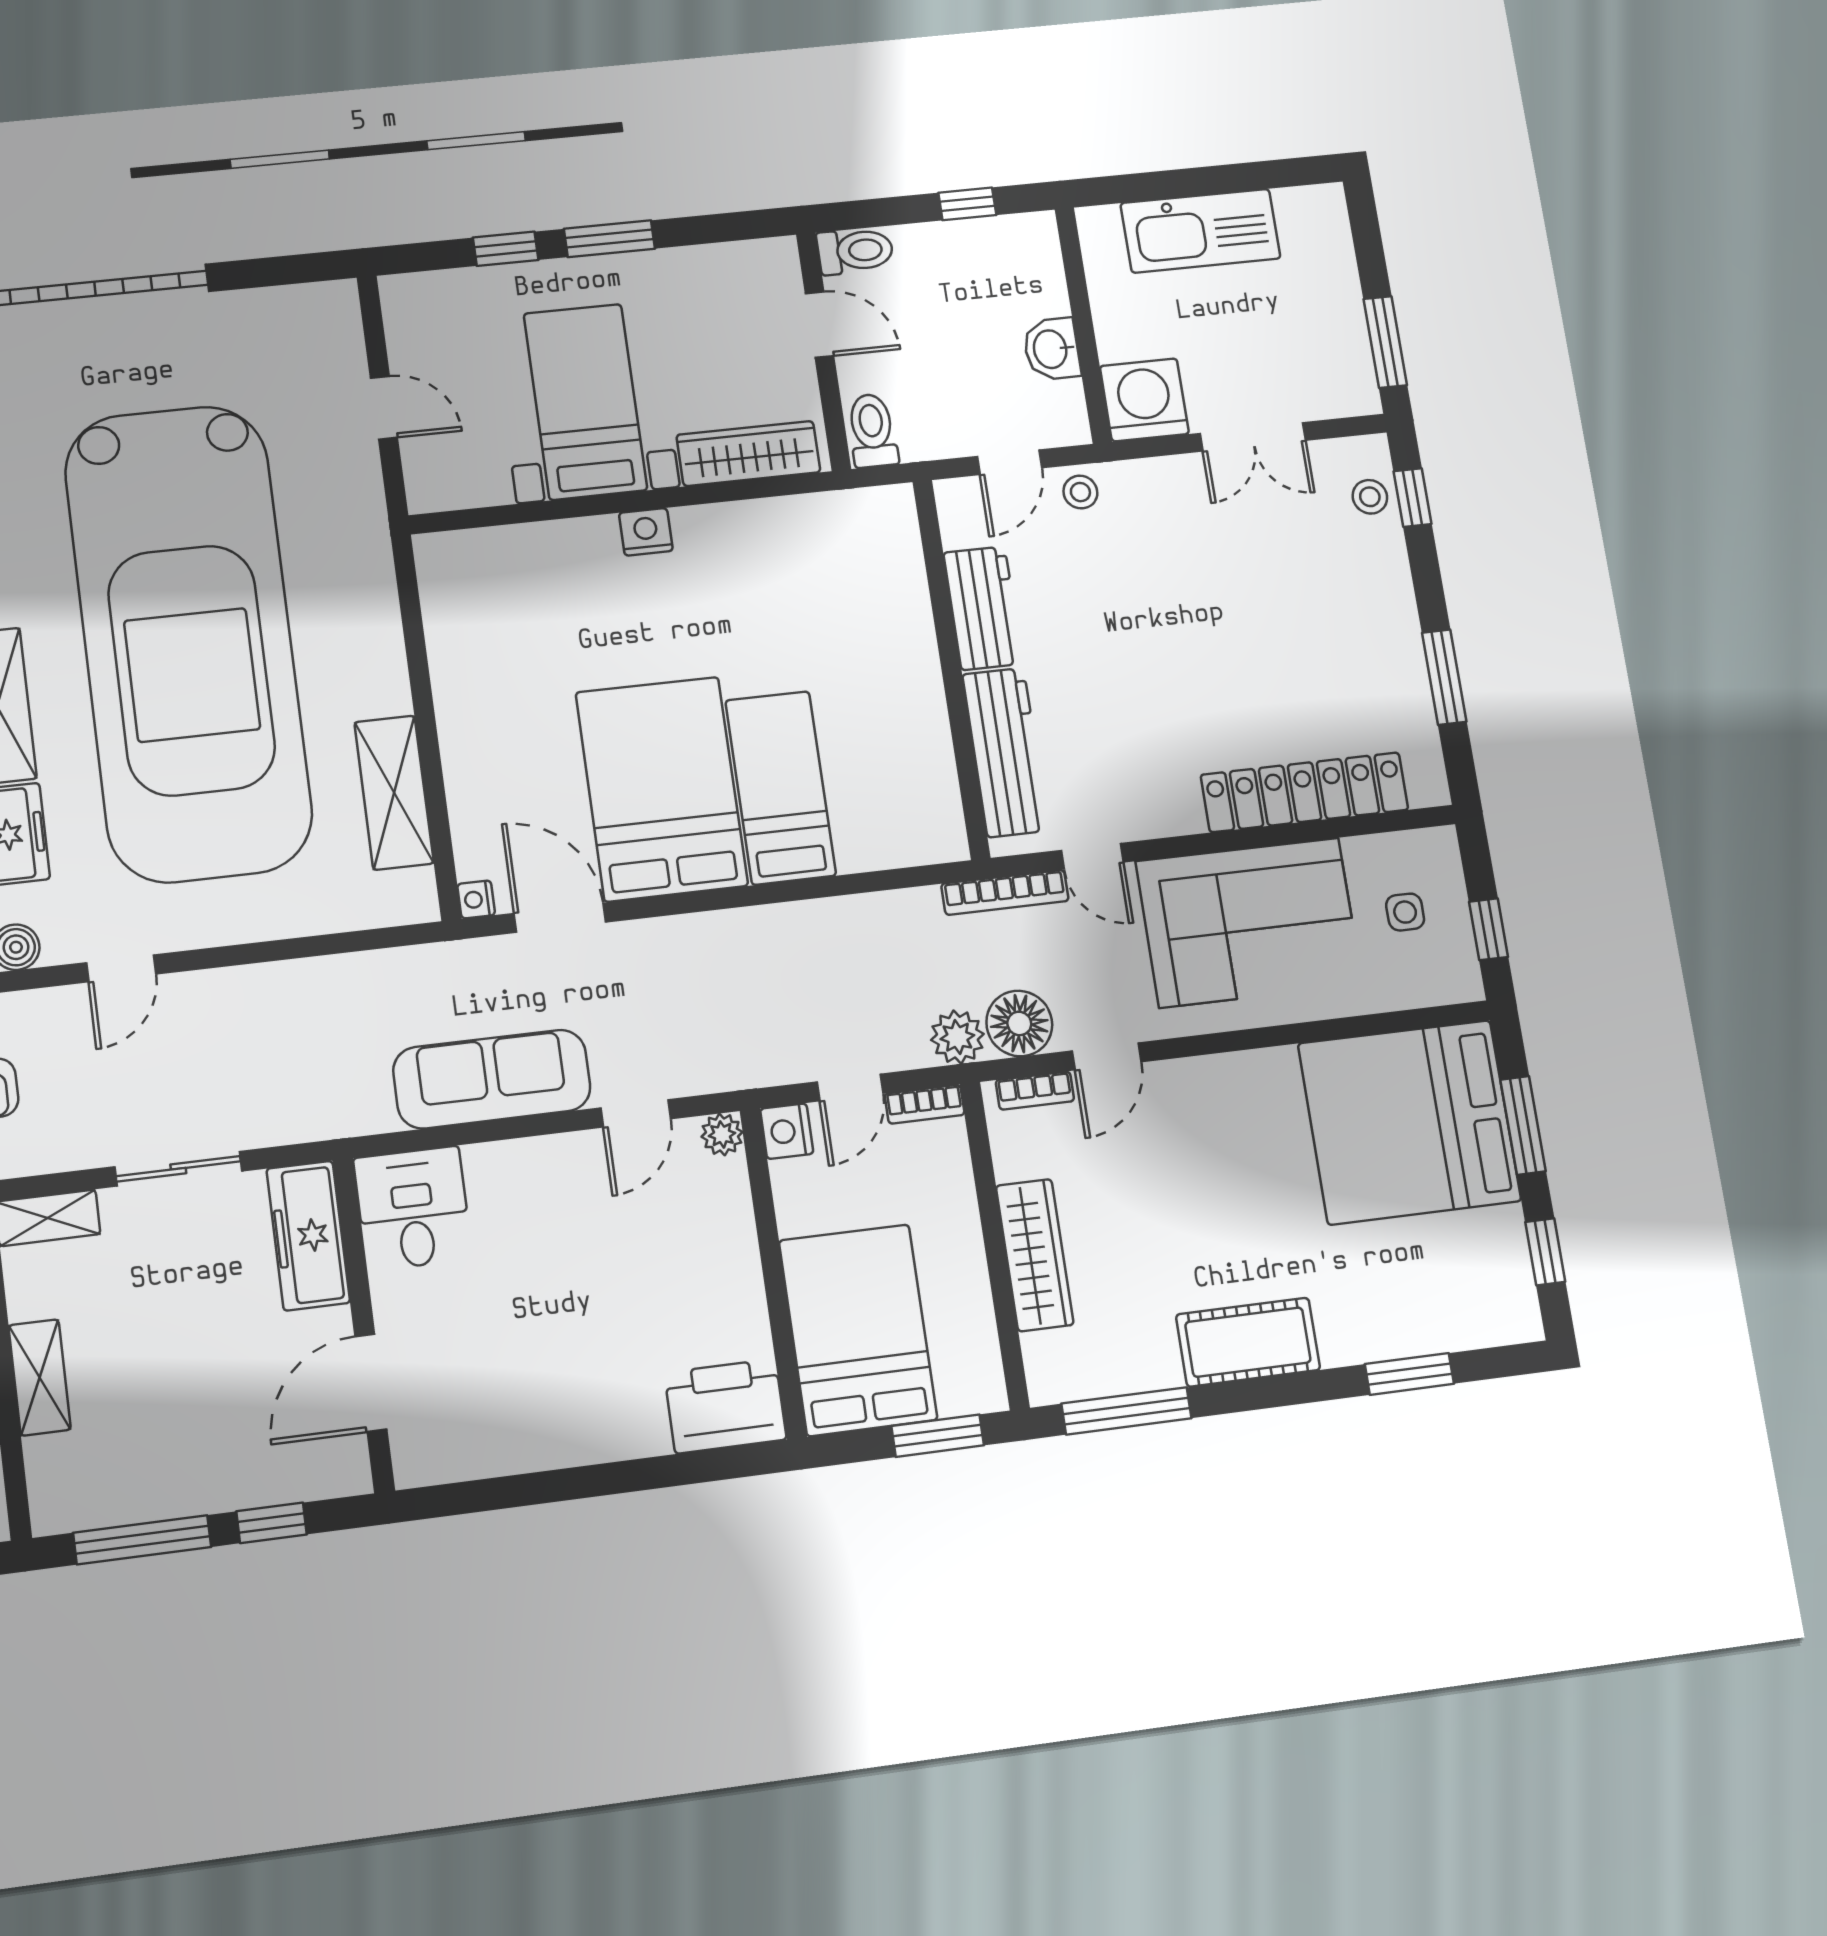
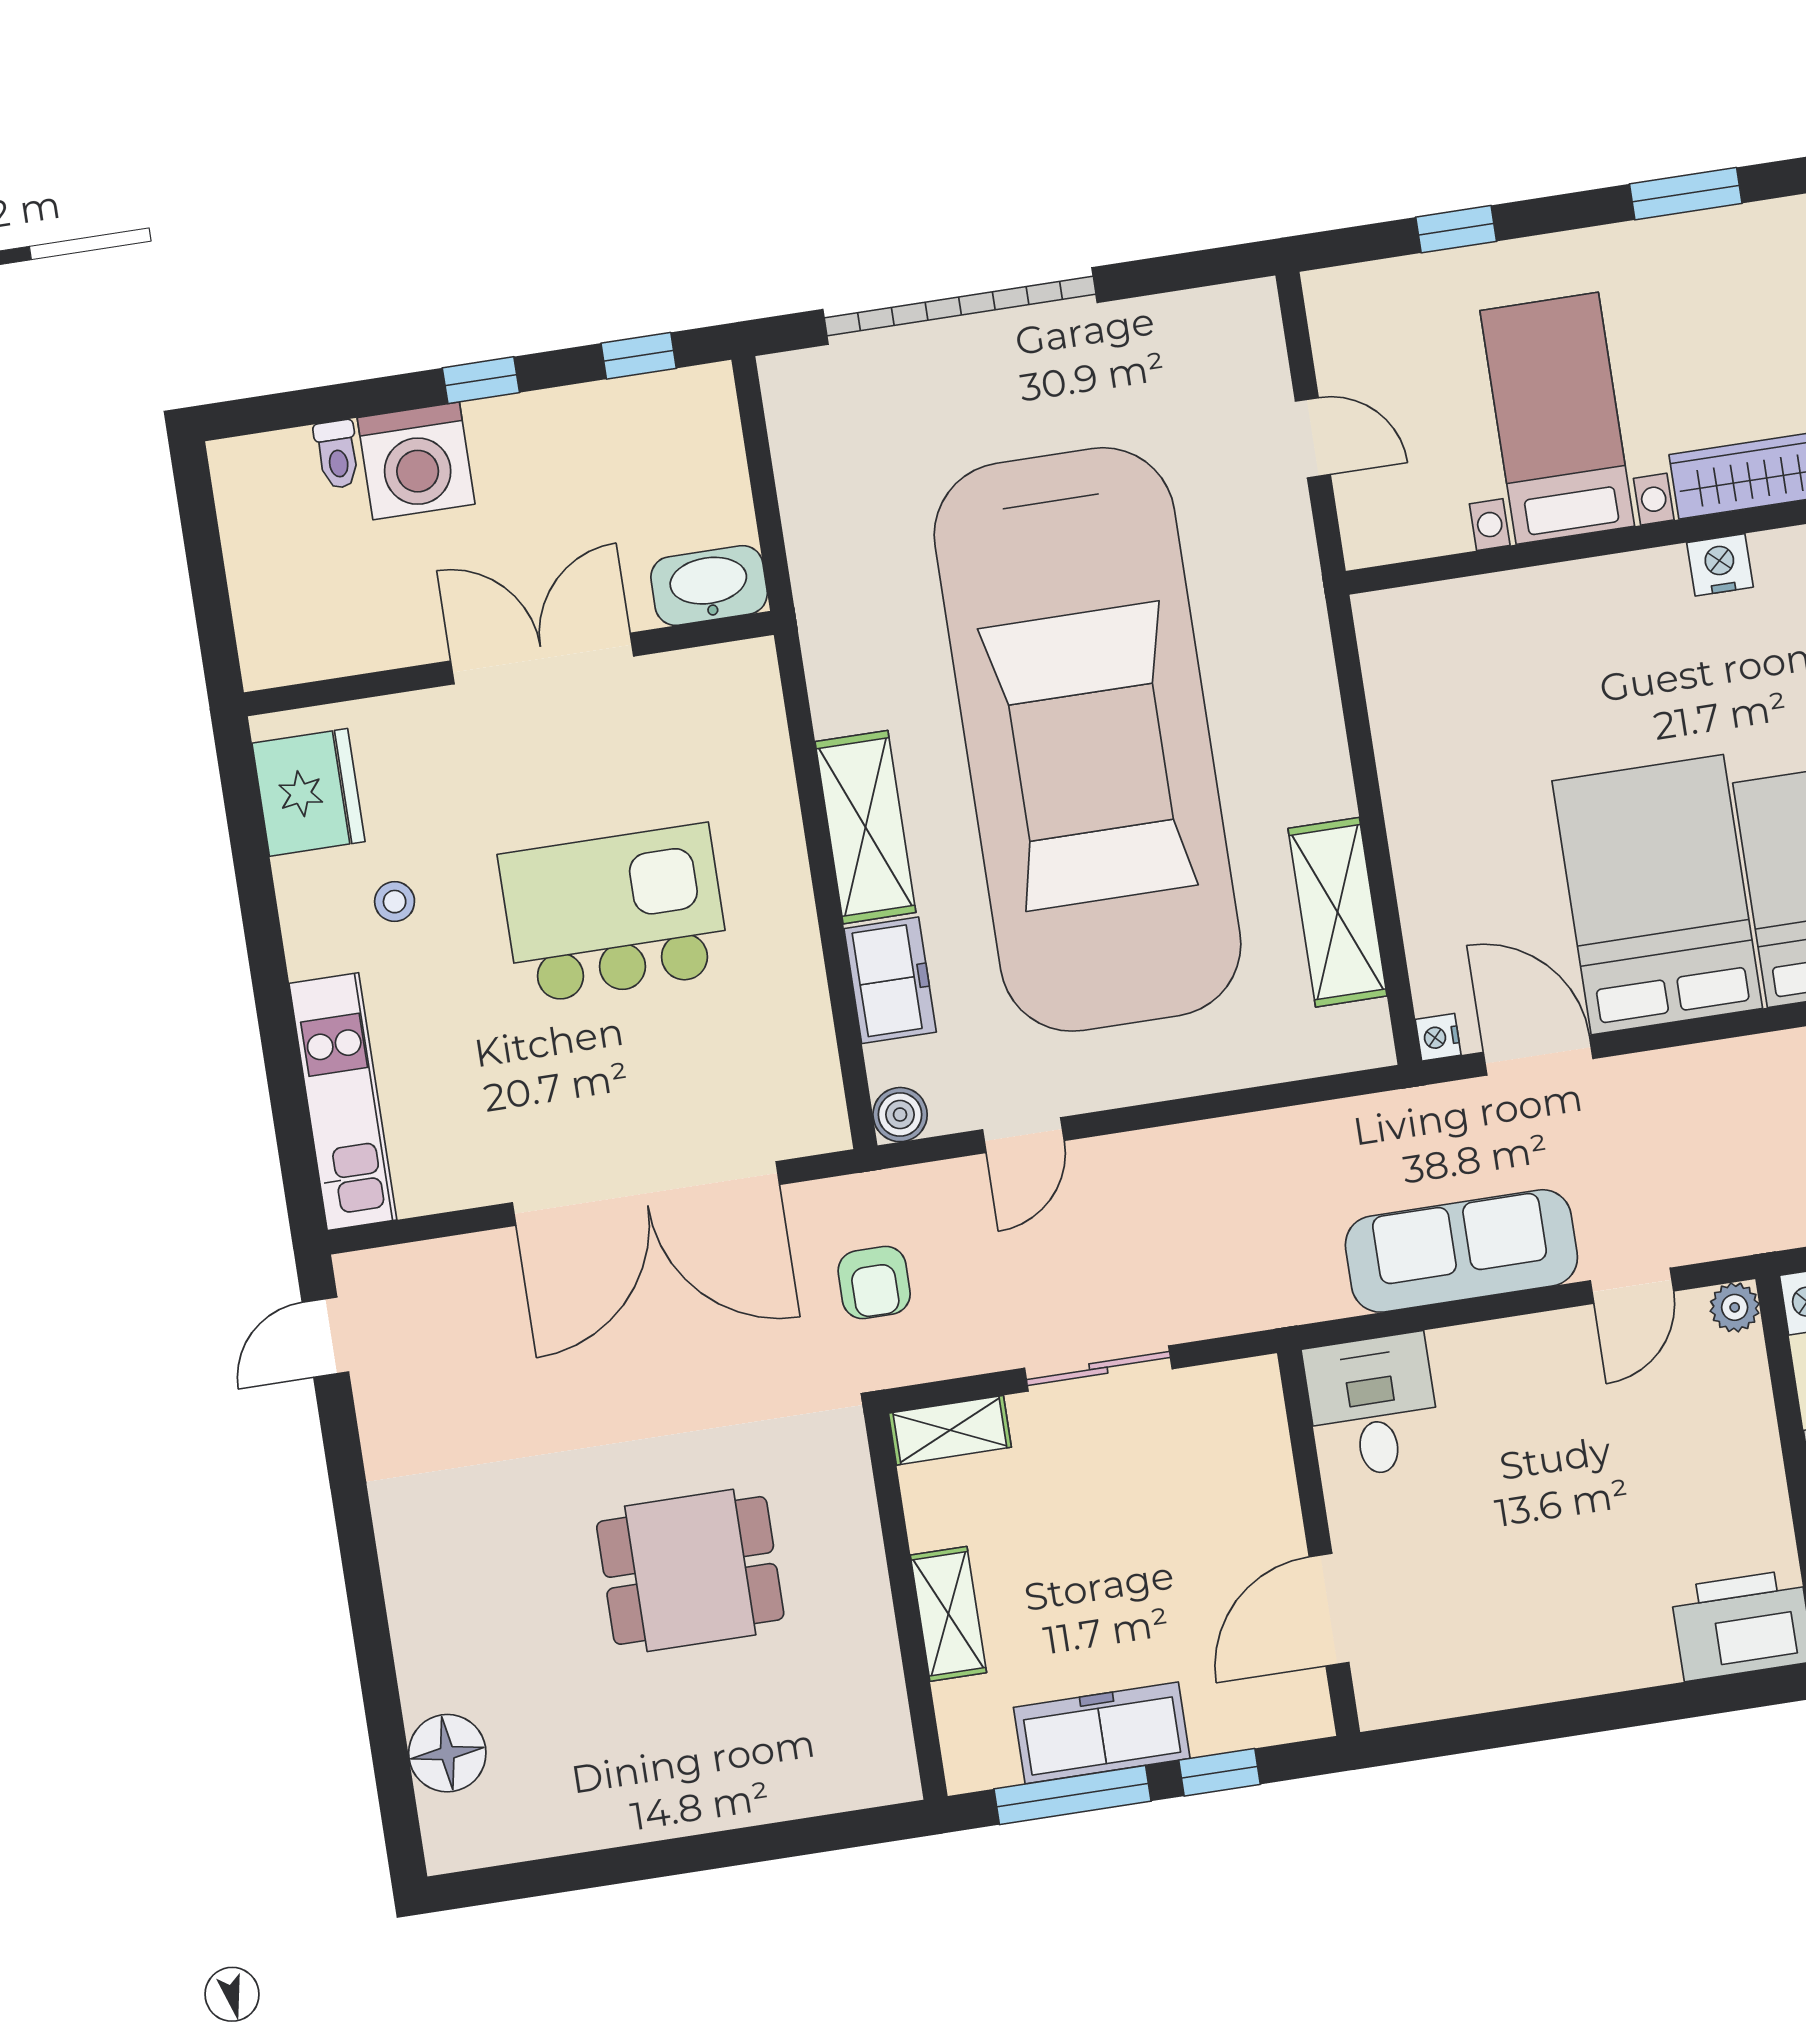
window: (609, 239) -> (1686, 194), moved
nightstand: (646, 532) -> (1720, 565), moved
freezer: (308, 1236) -> (1102, 1733), moved, turned 90

